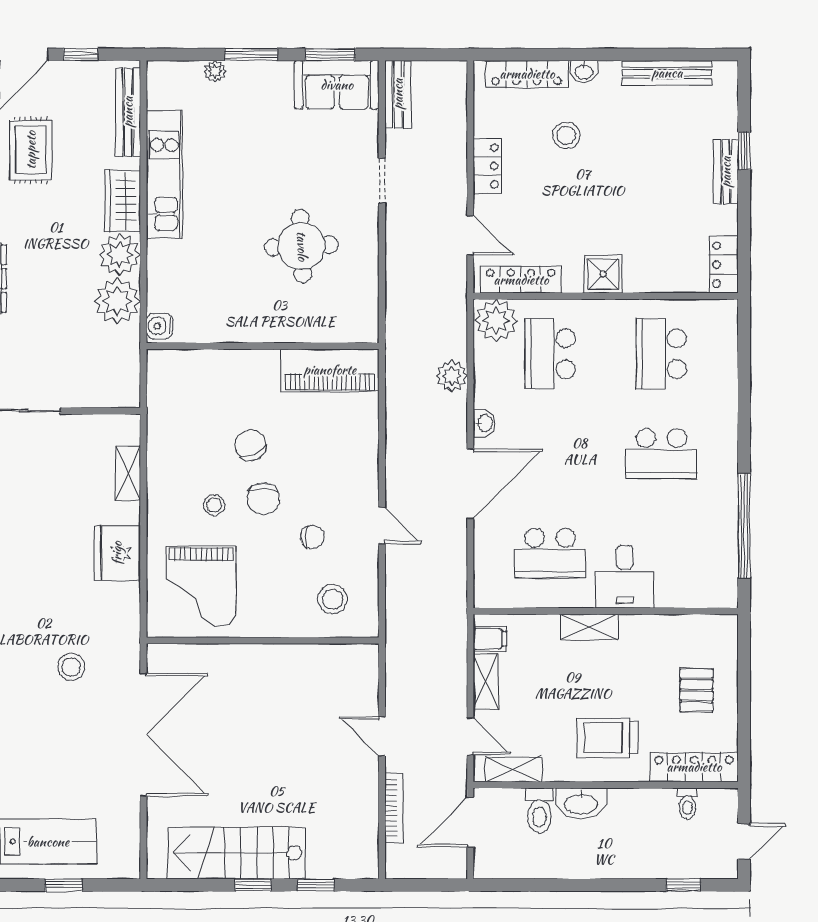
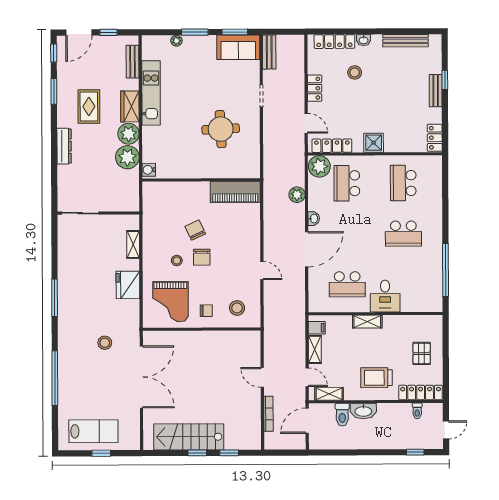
bench: (128, 112) -> (133, 62), width x0.73
rug: (31, 150) -> (89, 107), moved
chair: (312, 537) -> (206, 311), moved

